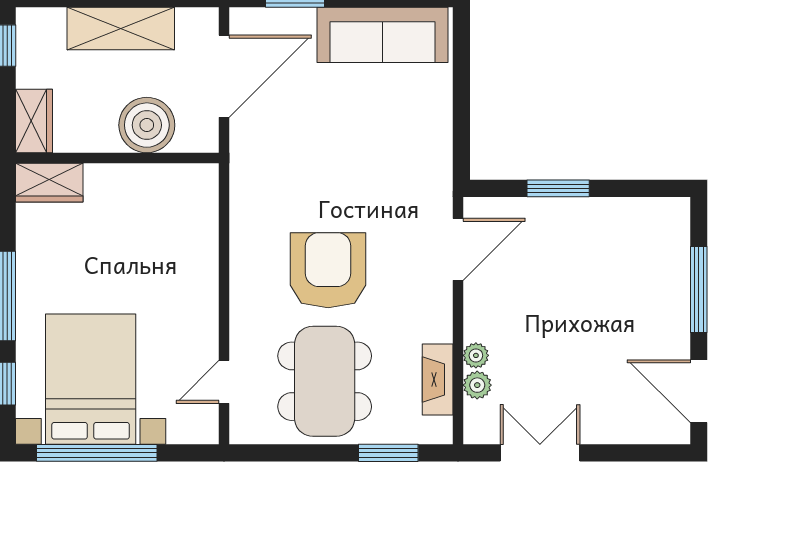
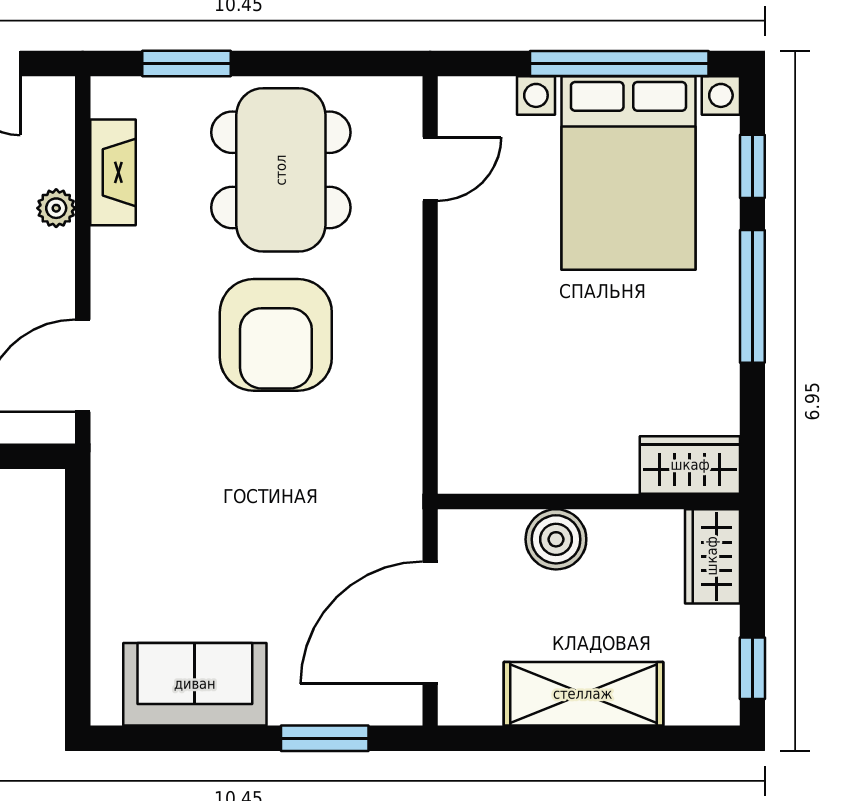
sofa: (382, 35) -> (195, 684), width x0.73
boiler: (147, 125) -> (556, 539), width x0.73, depth x0.73
plant: (477, 385) -> (54, 164), removed

